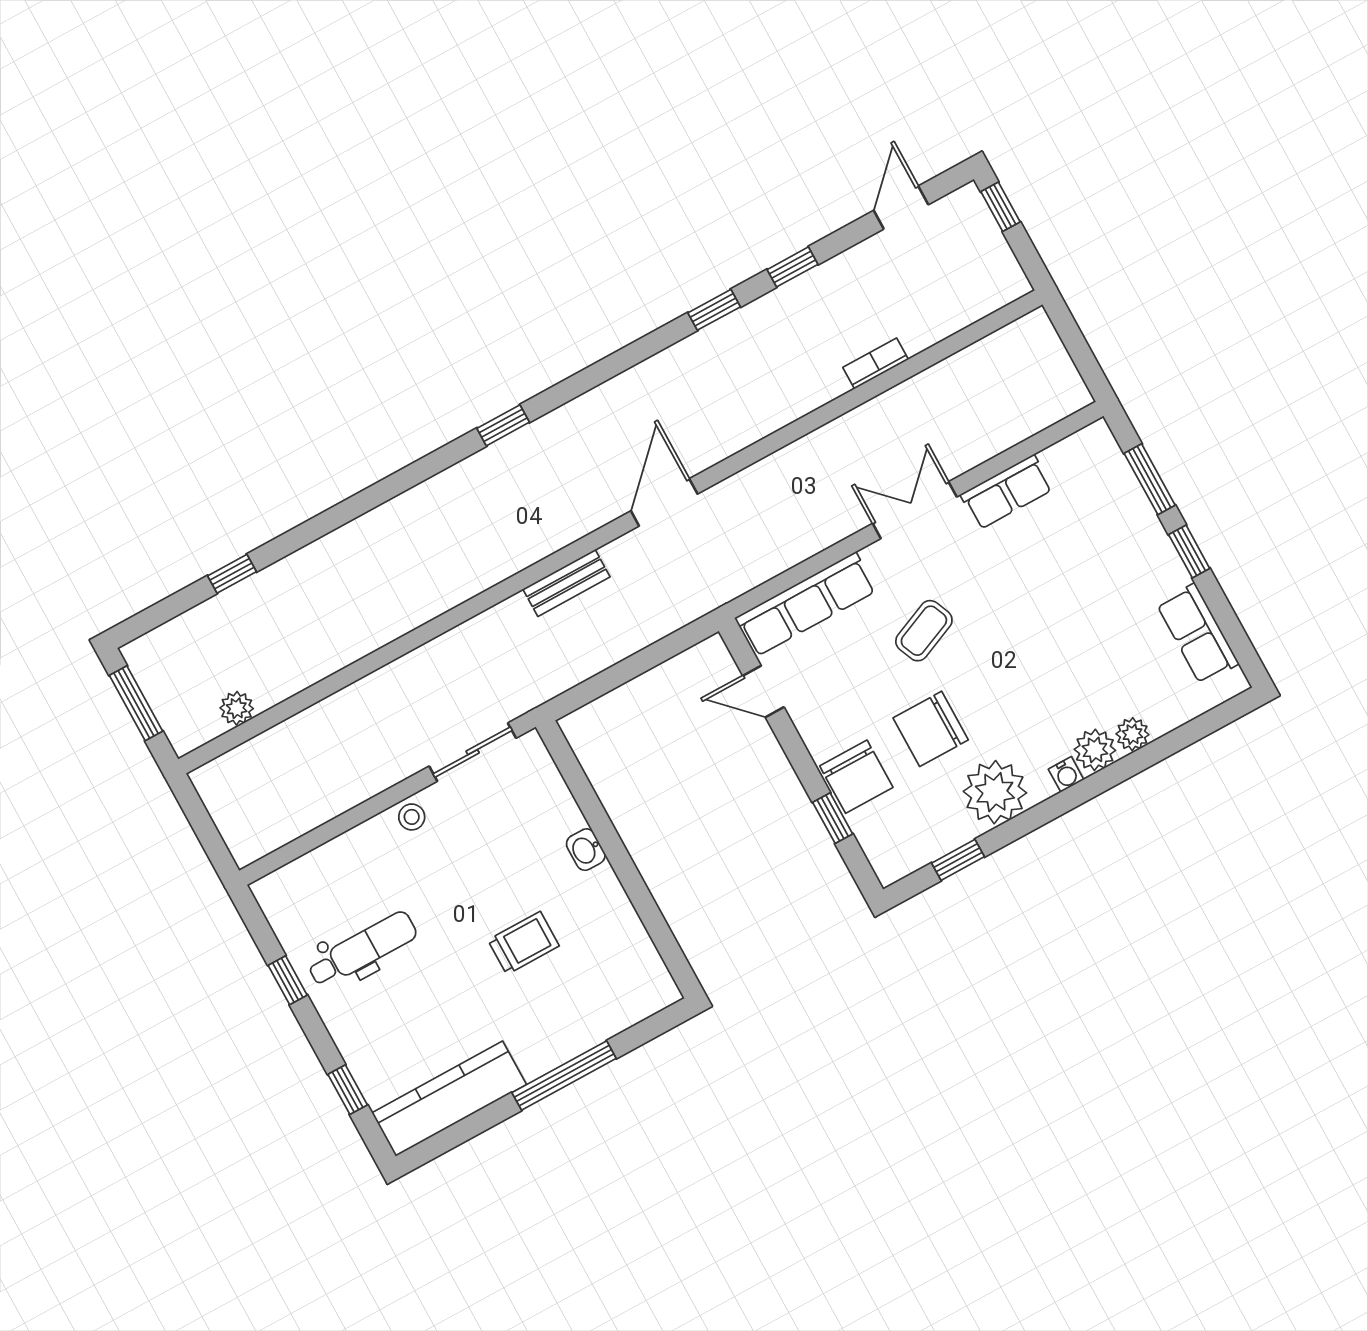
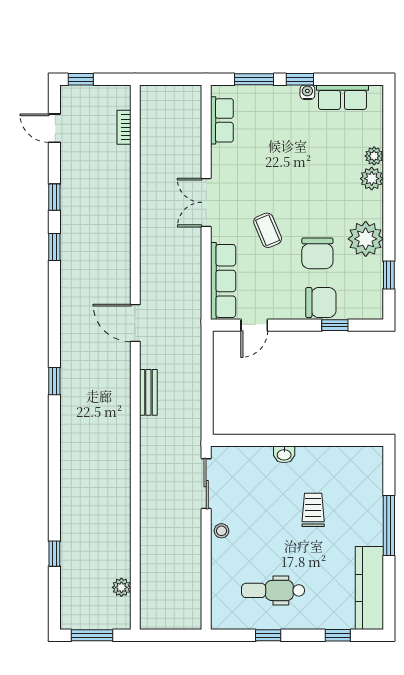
bookcase: (876, 364) -> (124, 127), moved
row of seats: (1007, 492) -> (222, 120), moved
water cooler: (1066, 774) -> (307, 92), moved, turned -90
dental chair: (362, 949) -> (273, 590), turned -90

